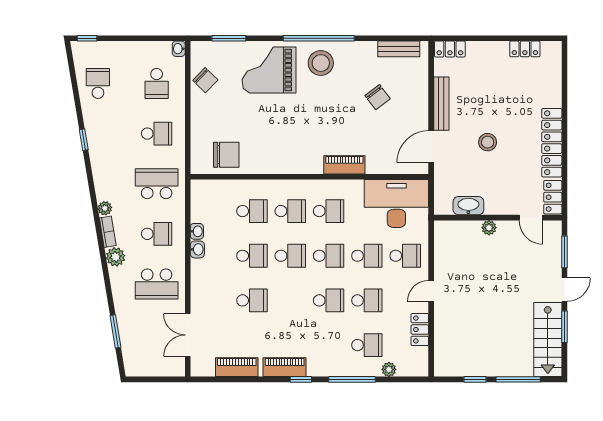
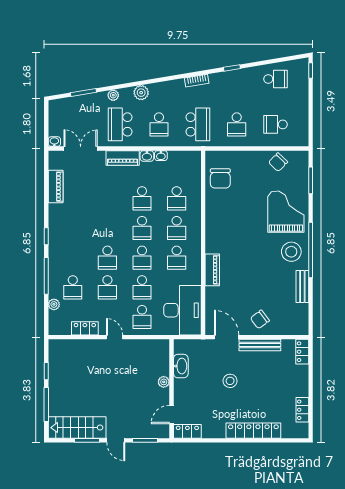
washbasin: (179, 49) -> (54, 142), moved
bench: (399, 49) -> (302, 287), moved
chair: (378, 97) -> (260, 319), moved
locker: (552, 143) -> (253, 431), moved
plant: (105, 208) -> (113, 95), moved
bookcase: (108, 232) -> (197, 81), moved
school desk: (252, 300) -> (107, 198), removed
piano: (285, 367) -> (123, 158), moved, turned 90

